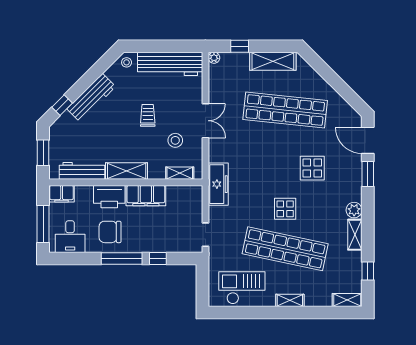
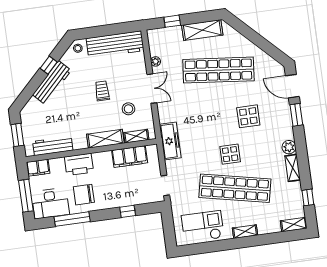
plant: (214, 58) -> (156, 61), moved
window: (62, 105) -> (49, 65), moved
shelving: (127, 171) -> (105, 139), moved
filing cabinet: (146, 196) -> (130, 157), moved
desk: (70, 237) -> (50, 203), width x1.37
window: (122, 258) -> (72, 219), moved

